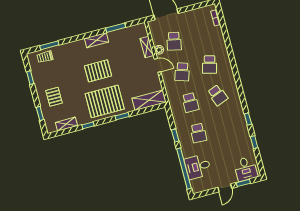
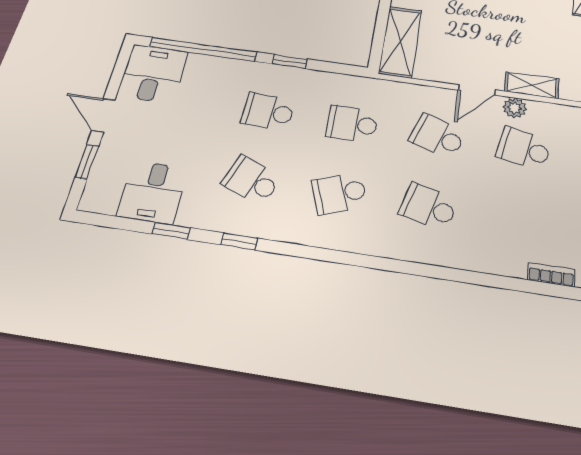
school desk: (226, 126) -> (252, 180), added
desk: (198, 167) -> (153, 74), moved
desk: (246, 169) -> (153, 192), moved, turned -90

